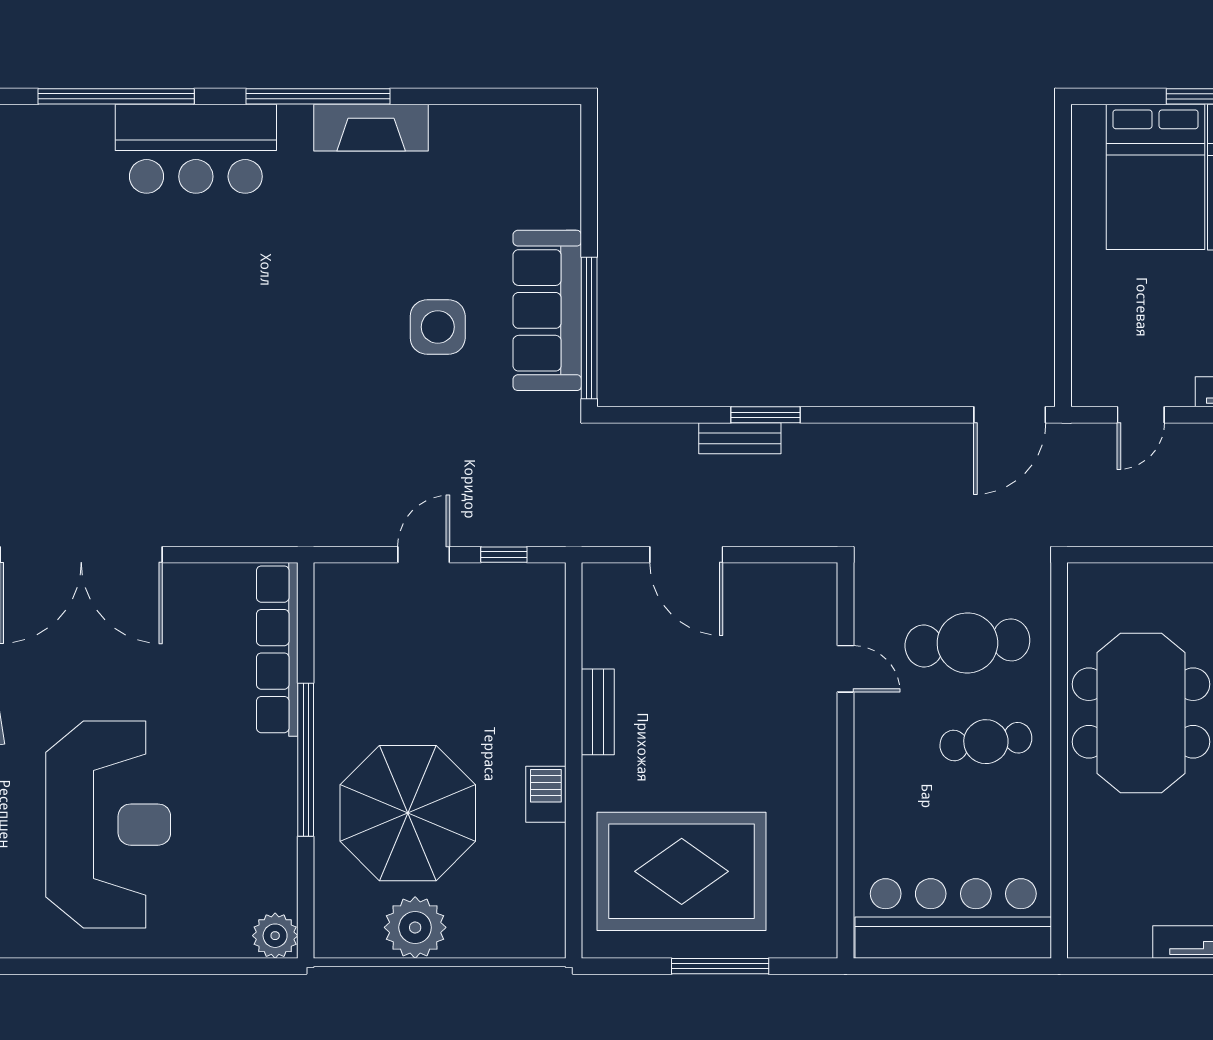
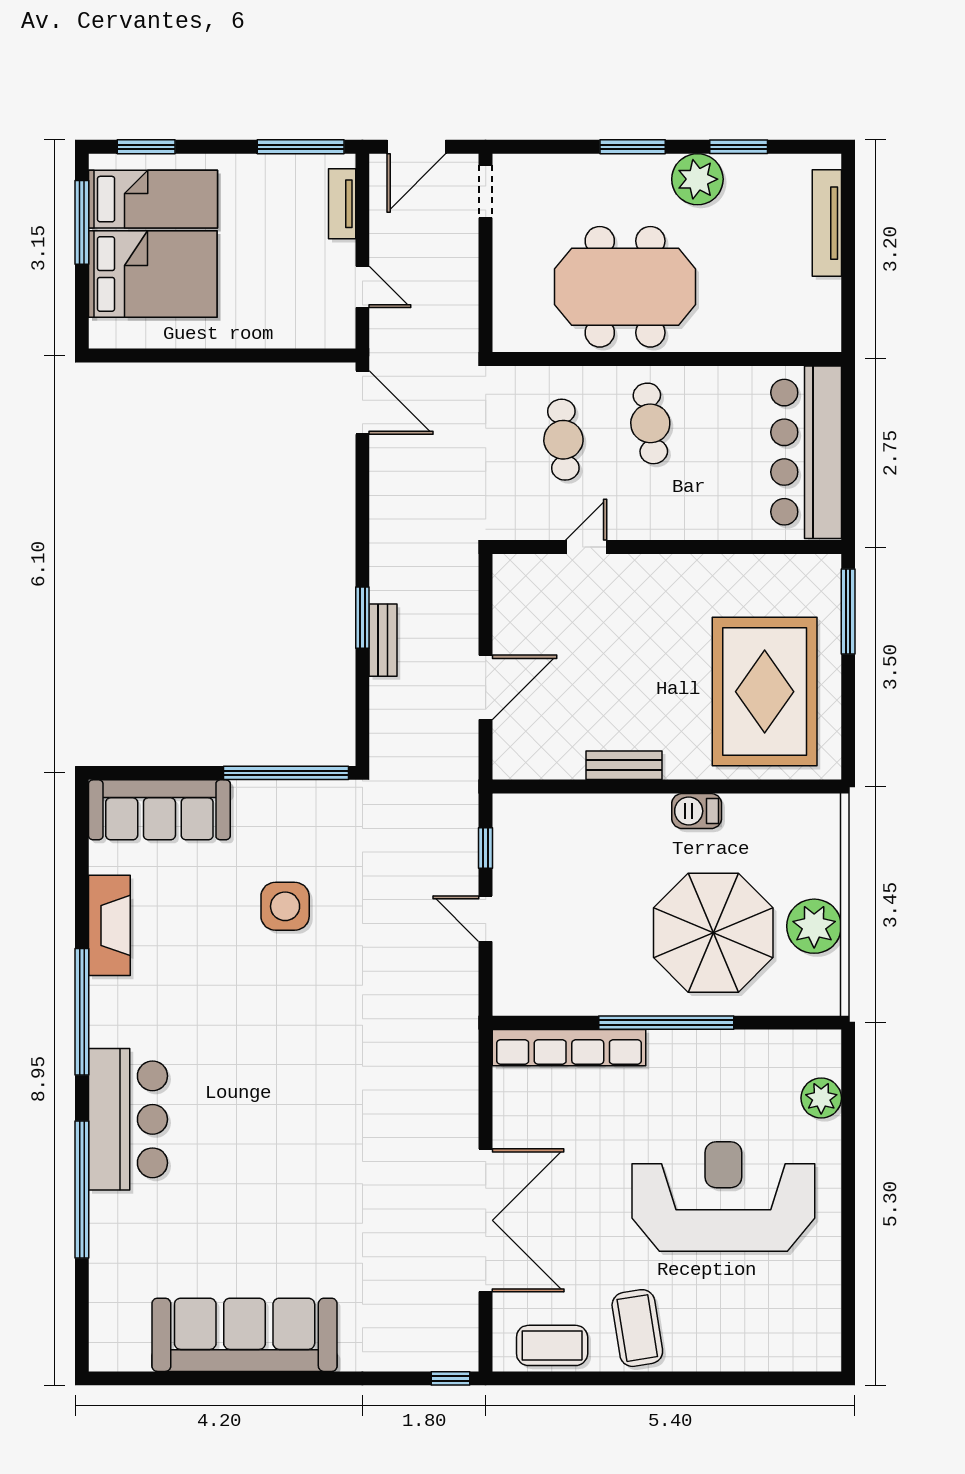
fireplace: (371, 128) -> (109, 925), moved
sofa: (547, 310) -> (159, 810), moved
cafe table: (967, 643) -> (563, 440), width x0.73, depth x0.74
plant: (275, 936) -> (821, 1098), moved
window: (720, 966) -> (848, 612), moved

